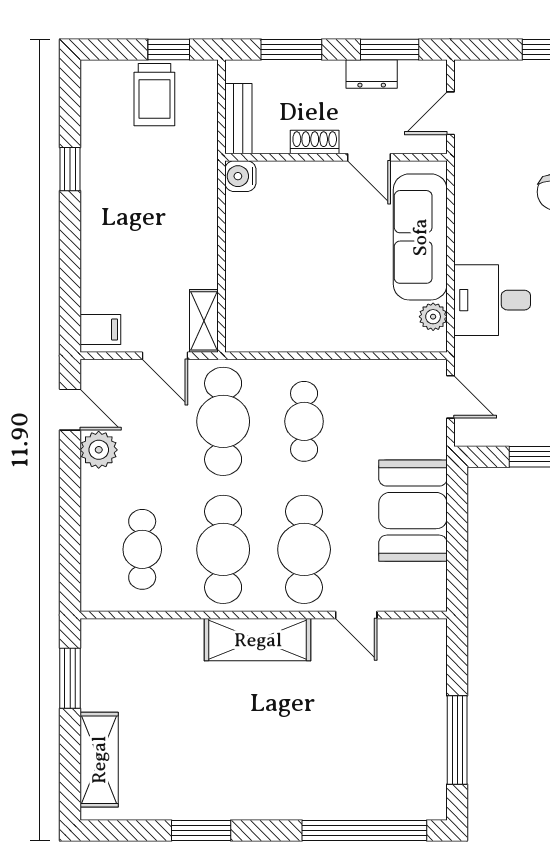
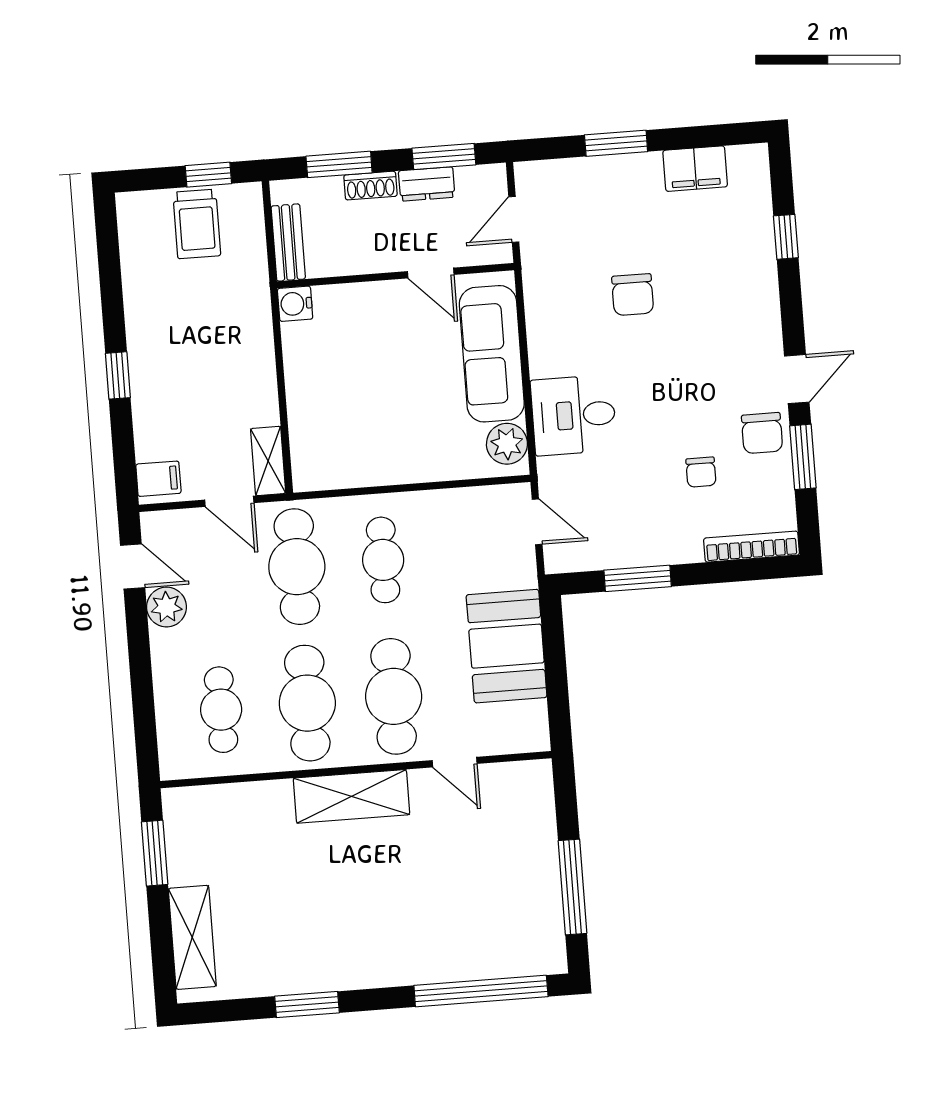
shoe rack: (315, 142) -> (370, 186), moved, turned 180
window: (70, 169) -> (118, 375), moved
plant: (433, 317) -> (507, 444), width x1.38, depth x1.38

